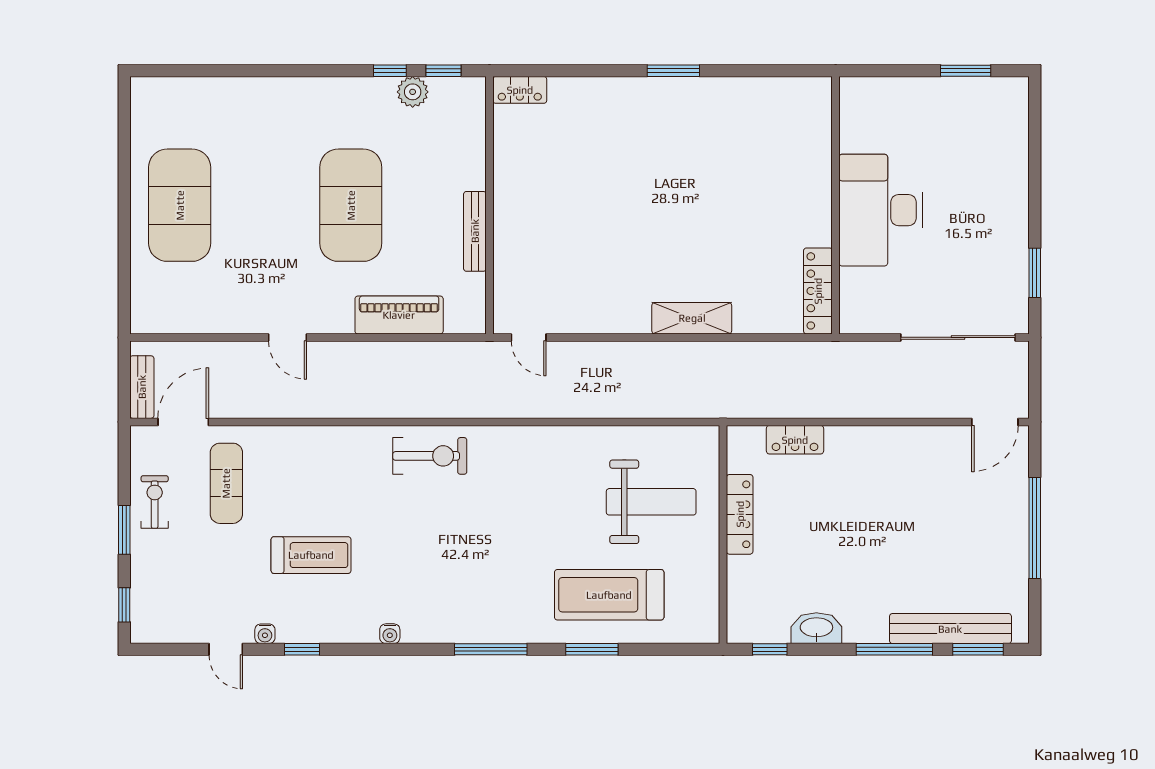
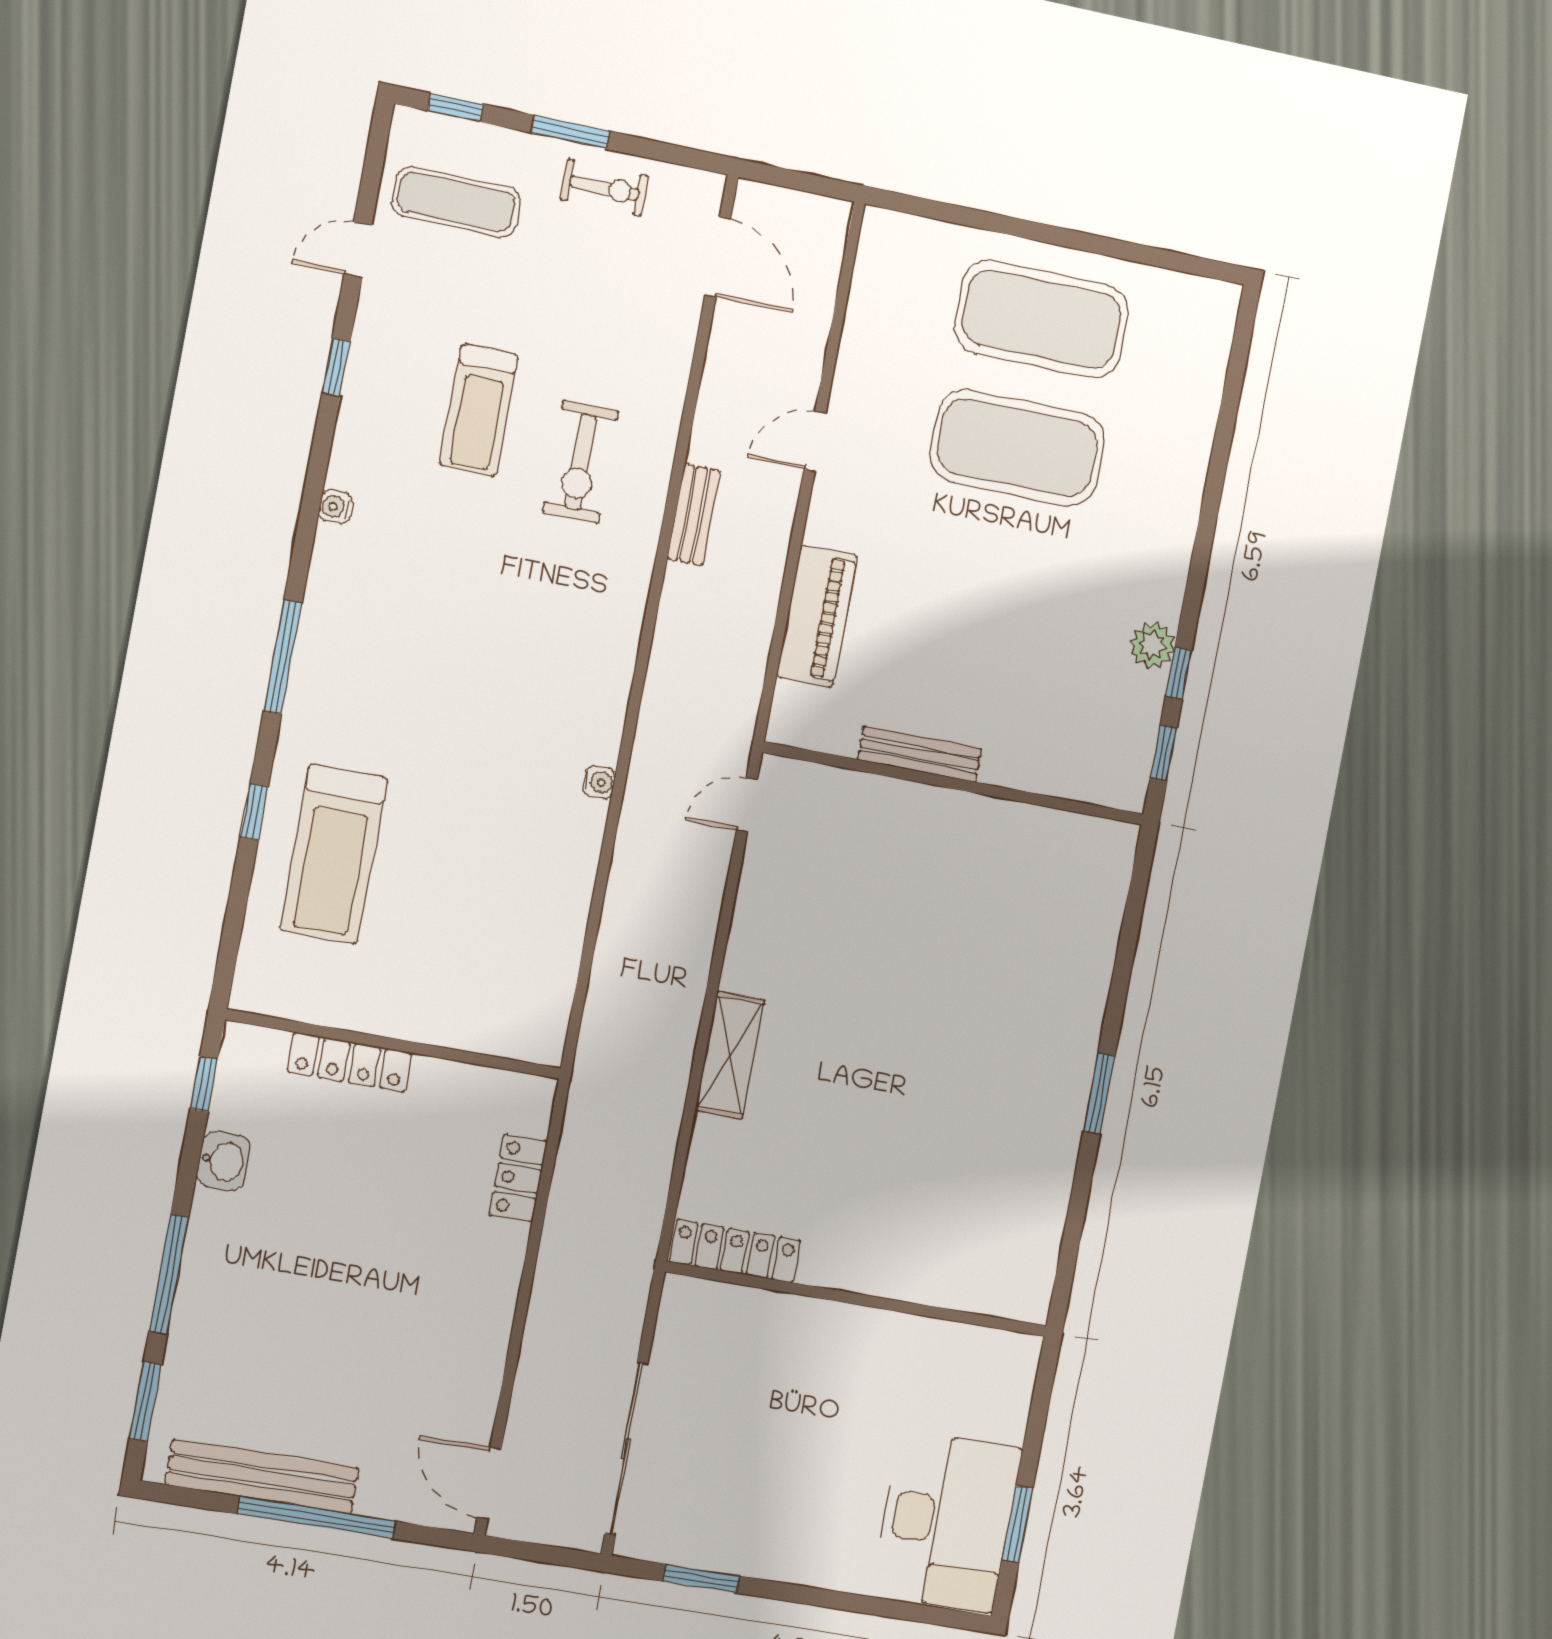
locker: (520, 90) -> (1114, 861), removed
plant: (413, 92) -> (1152, 645), moved
exercise mat: (351, 205) -> (1017, 448), moved
desk: (881, 210) -> (947, 1521), moved, turned 90
bench: (142, 387) -> (694, 515), moved, turned 90
exercise bike: (430, 456) -> (581, 462), moved
exercise mat: (226, 483) -> (457, 202), moved
weight bench: (651, 502) -> (464, 944), removed
locker: (740, 514) -> (349, 1062), moved
treadmill: (609, 595) -> (334, 854), turned 180
washbasin: (816, 628) -> (223, 1161), width x0.72
bench: (950, 629) -> (262, 1477), moved, turned 90
water cooler: (265, 634) -> (599, 782), moved, turned 180
window: (592, 649) -> (254, 812), width x0.67

